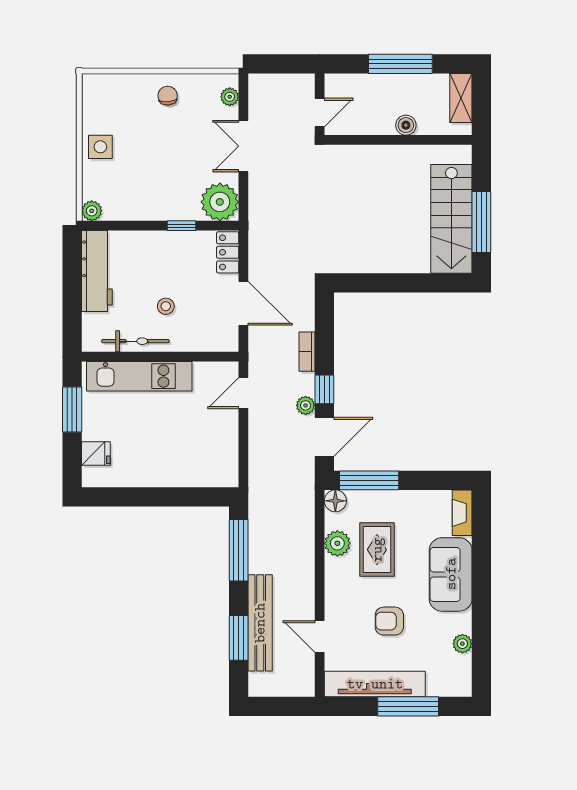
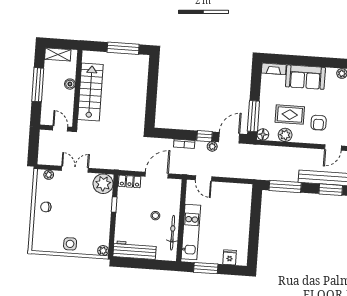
double door: (243, 146) -> (75, 169), swing flipped
stairs: (451, 219) -> (90, 92), moved, turned -90
door: (324, 437) -> (229, 138), hinge flipped
armchair: (389, 621) -> (319, 123), moved

